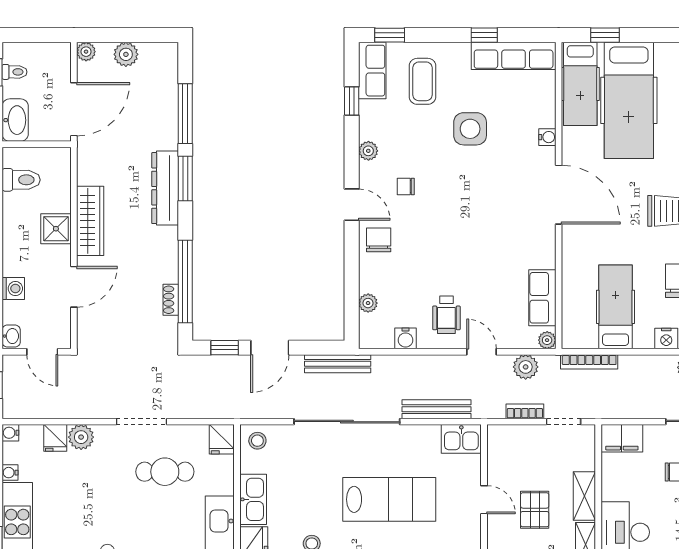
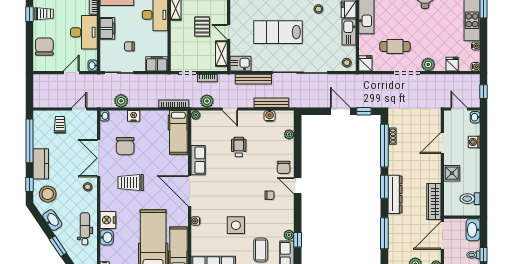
plant: (368, 151) -> (289, 235), moved
window: (185, 179) -> (384, 187), moved
wardrobe: (90, 221) -> (434, 202), moved
row of seats: (542, 298) -> (198, 160), moved
hospital bed: (615, 307) -> (178, 132), moved
wheelchair: (446, 315) -> (239, 147), moved
door: (270, 348) -> (340, 111), hinge flipped
bench: (338, 364) -> (271, 103), moved
plant: (81, 437) -> (428, 65), moved
shelving: (584, 496) -> (221, 54), moved

